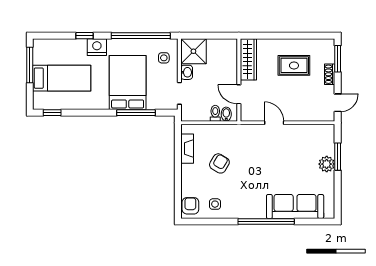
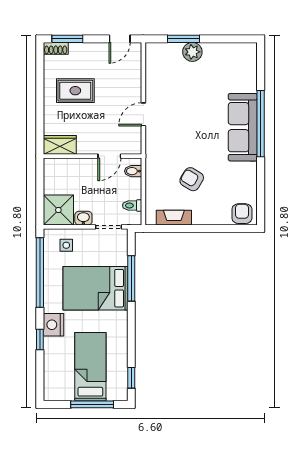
wardrobe: (248, 59) -> (60, 145), width x0.67
window: (30, 65) -> (92, 404), moved
rug: (294, 65) -> (75, 91), turned 90
shoe rack: (330, 74) -> (56, 48), moved
door: (338, 103) -> (120, 39), swing flipped
toilet: (215, 113) -> (132, 206), moved
side table: (215, 204) -> (240, 184), removed
armchair: (190, 206) -> (242, 214), turned 90
sofa: (295, 206) -> (243, 127), moved

